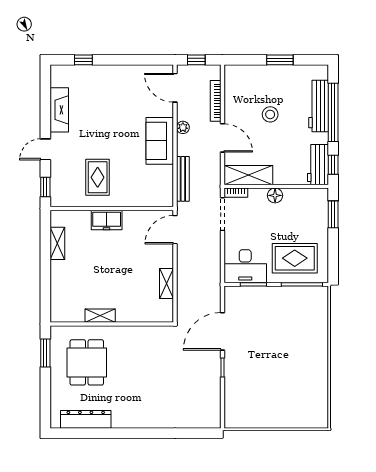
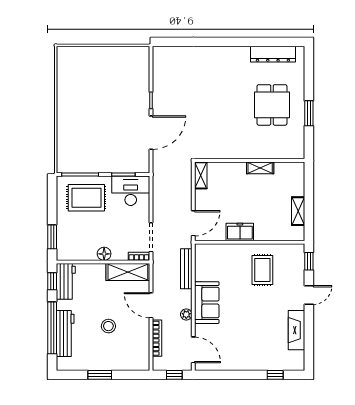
freezer: (107, 220) -> (240, 232), moved
shelving: (100, 316) -> (260, 168), moved
wall: (112, 324) -> (250, 160), moved

